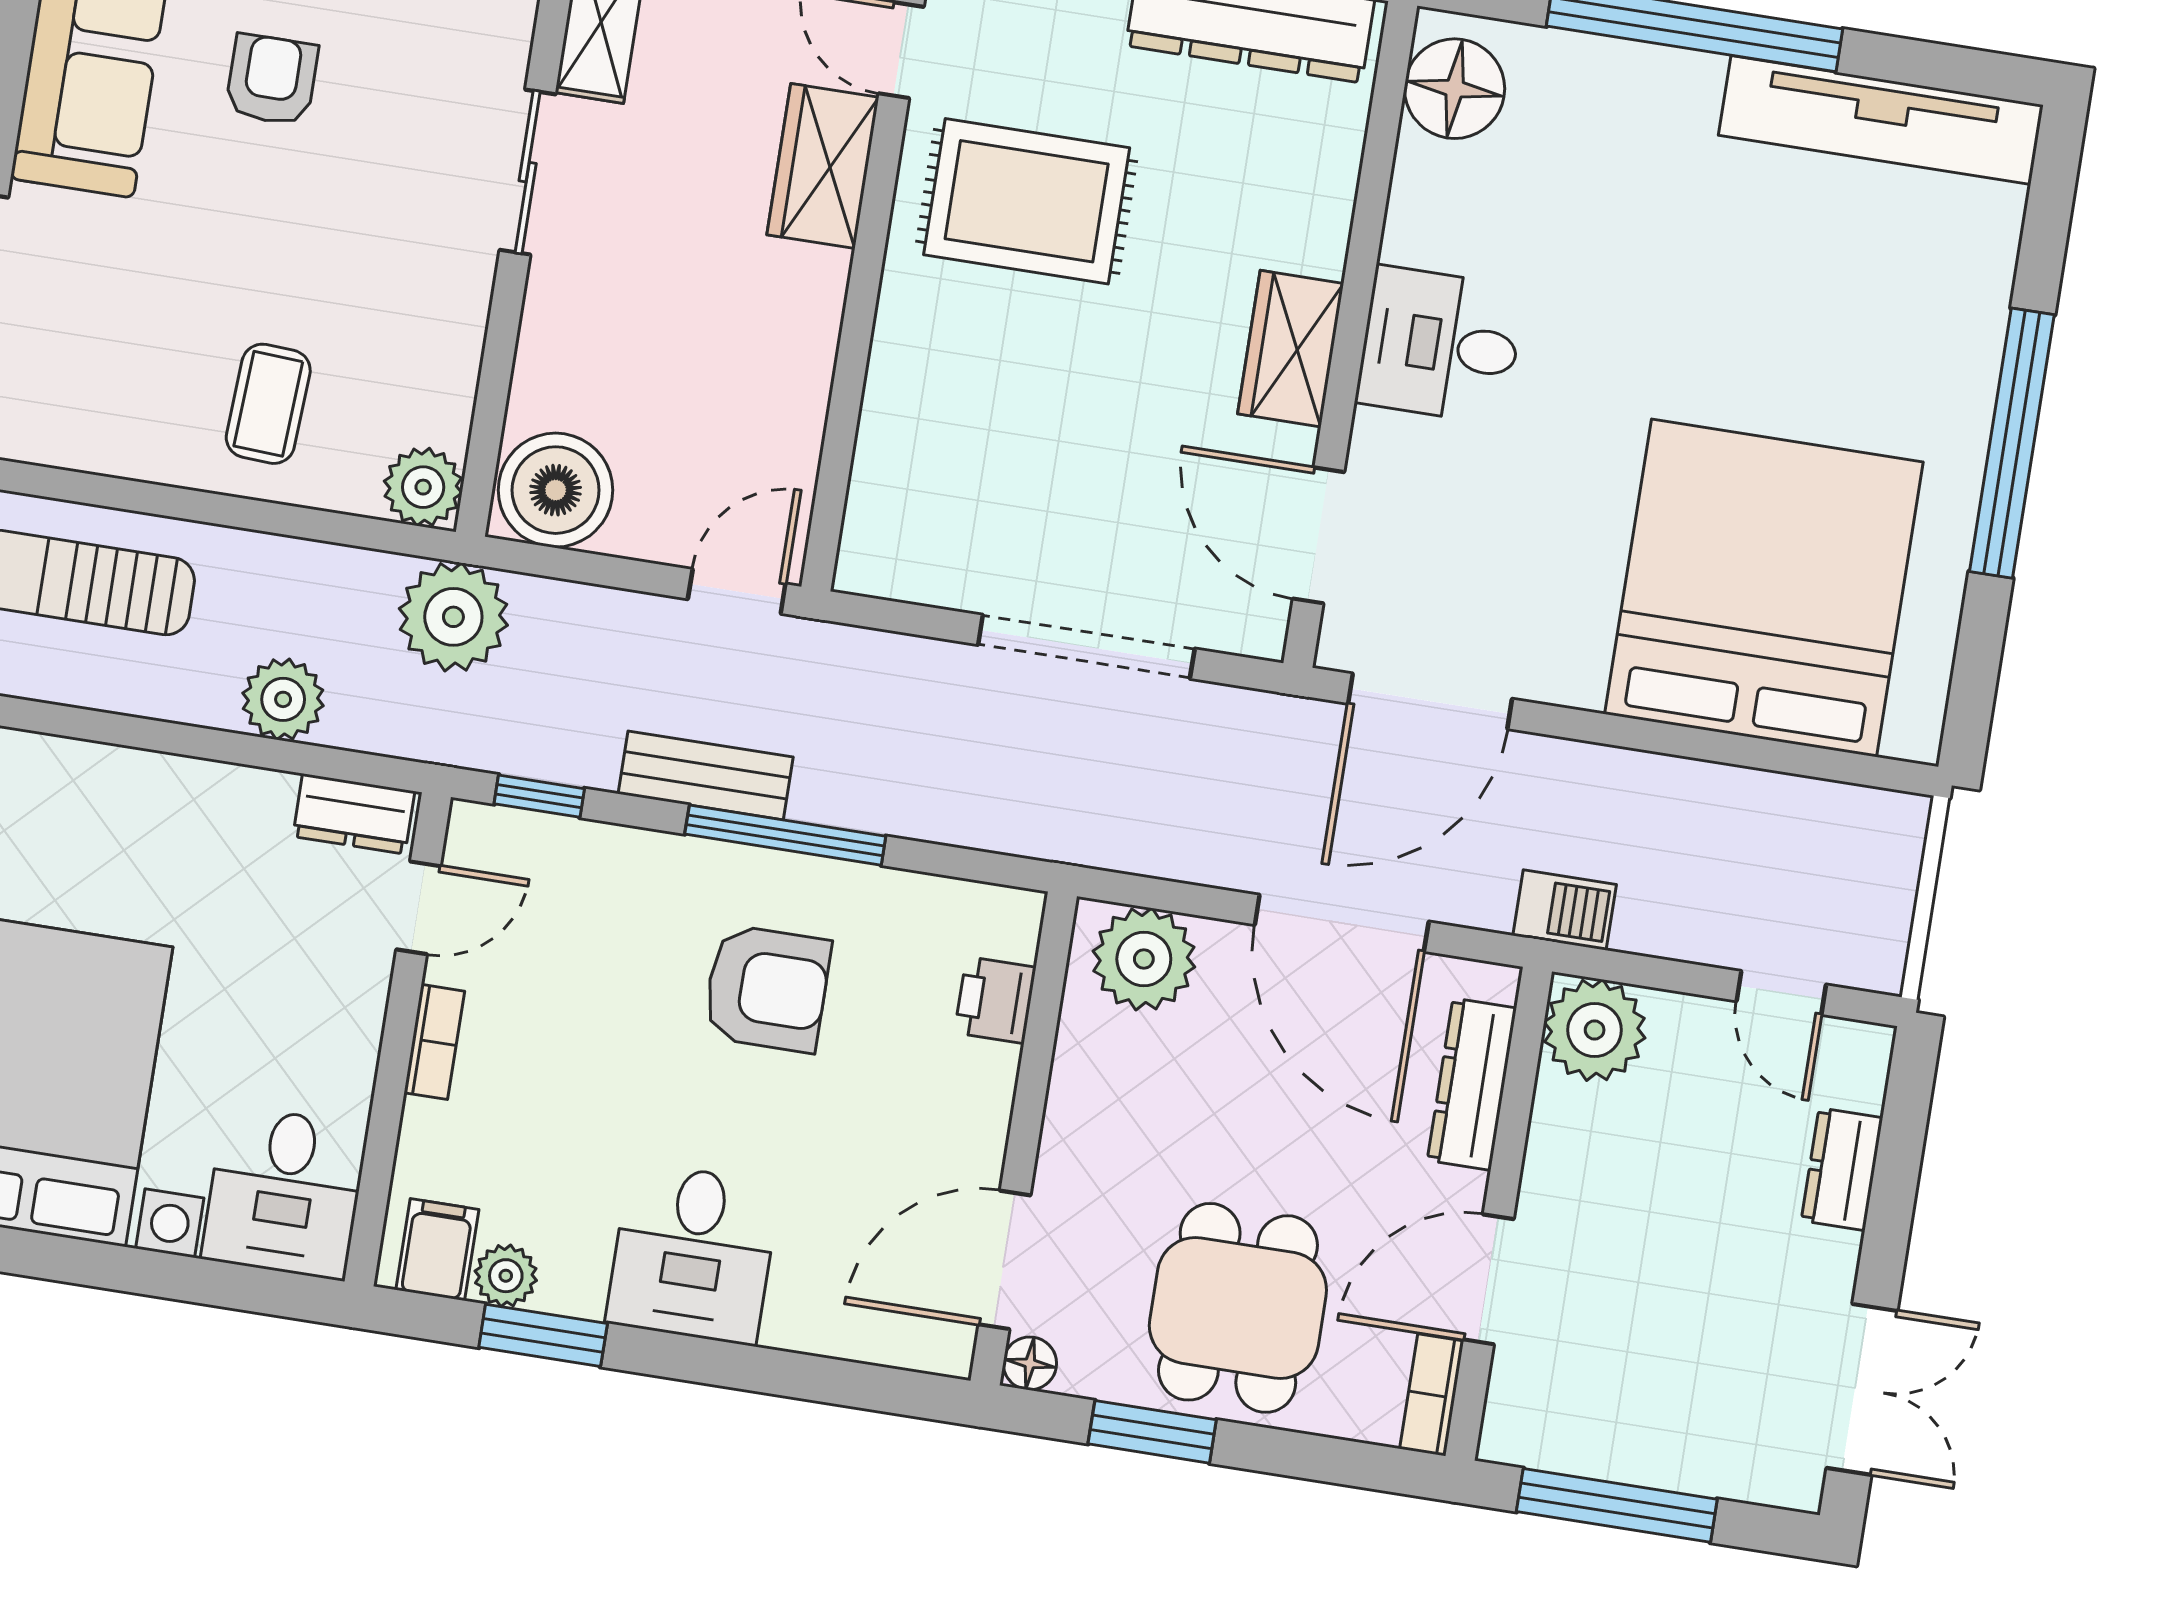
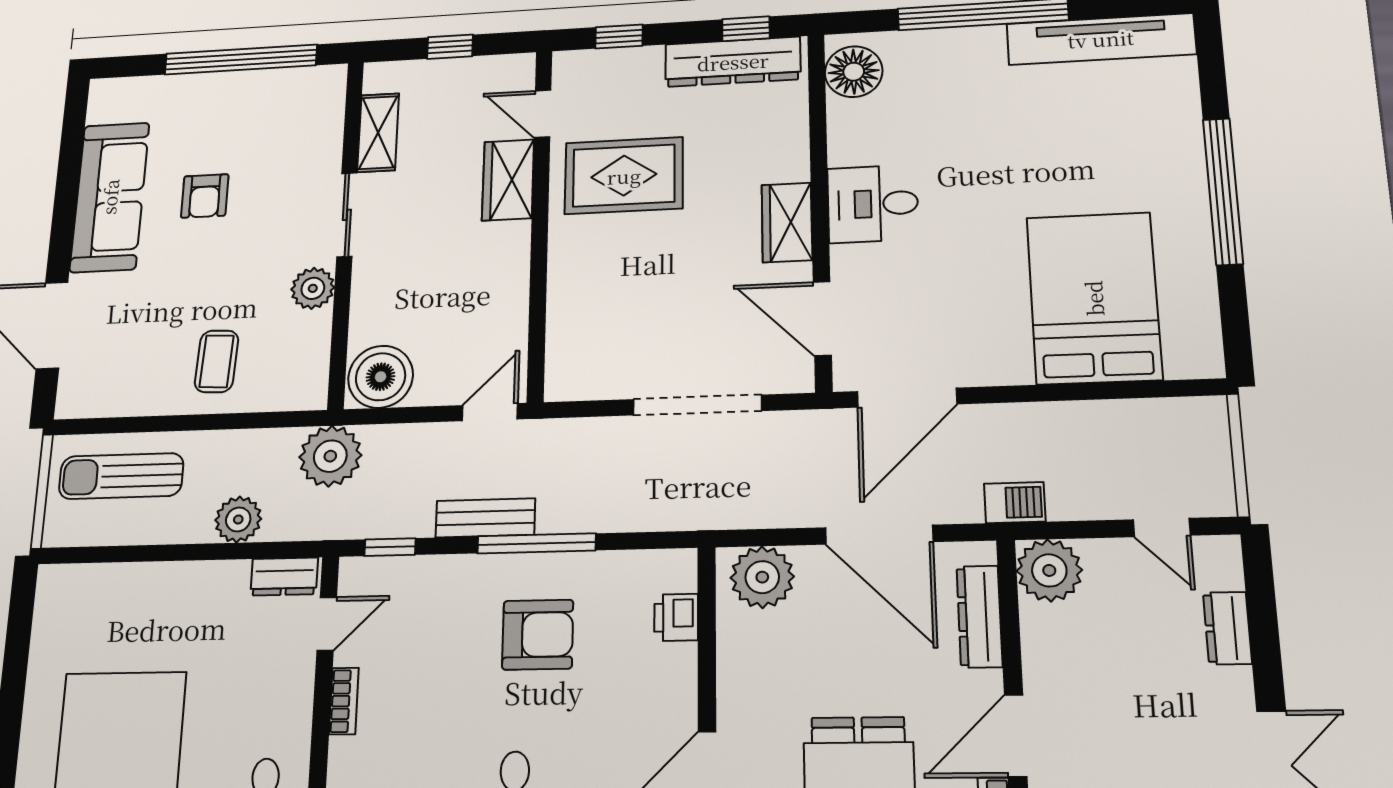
armchair: (272, 80) -> (205, 196), turned 180
plant: (423, 487) -> (313, 288), moved
bed: (1764, 588) -> (1094, 298), width x0.73

